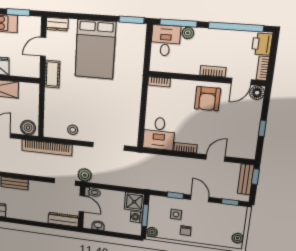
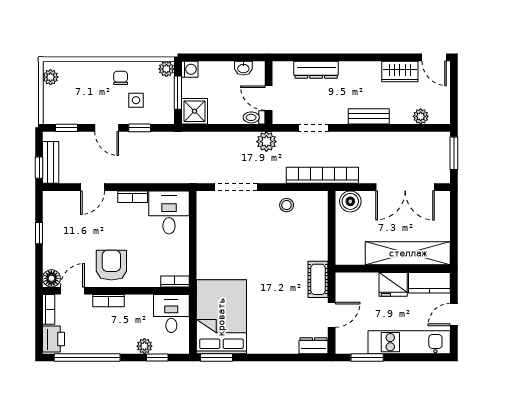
window: (178, 23) -> (157, 357), width x0.46
desk: (166, 41) -> (171, 314), moved, turned 180
bed: (95, 49) -> (221, 317), moved
doorway: (65, 182) -> (314, 128), moved
washing machine: (137, 217) -> (190, 69), moved
dresser: (63, 220) -> (316, 70), moved

